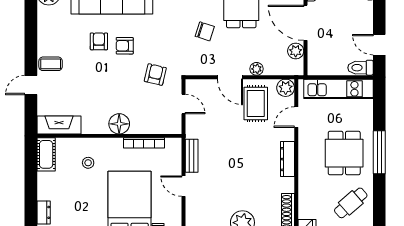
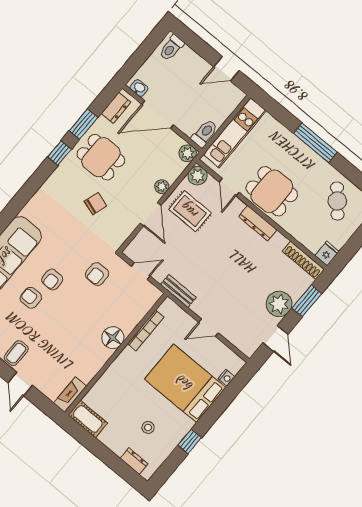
plant: (296, 51) -> (188, 153), moved
toilet: (361, 68) -> (205, 133), moved, turned 180
armchair: (155, 75) -> (97, 274), turned -103
door: (230, 77) -> (151, 214), hinge flipped
fireplace: (59, 125) -> (70, 395), width x0.73, depth x0.76
dining table: (344, 153) -> (272, 191), moved
bench: (192, 156) -> (178, 291), moved
stool: (88, 163) -> (148, 427), moved

